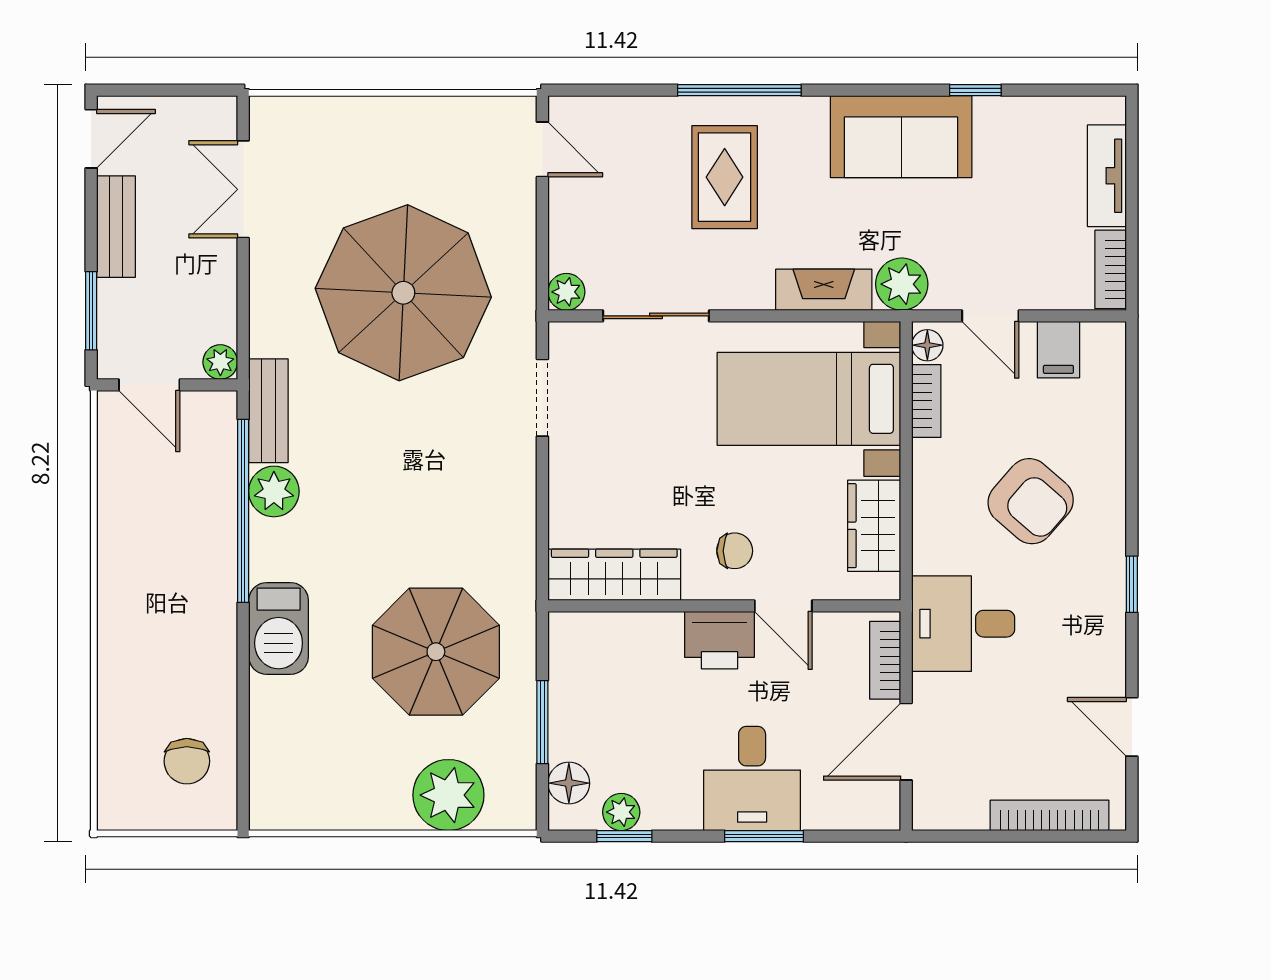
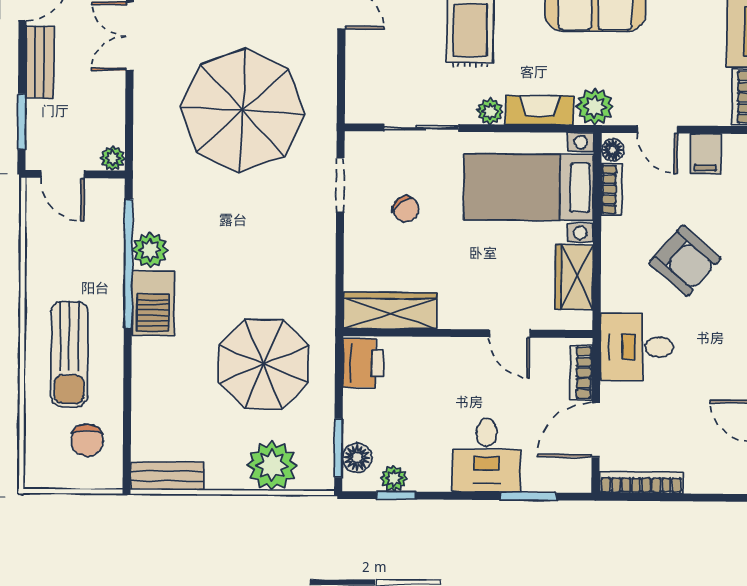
plant: (566, 292) -> (490, 111), moved
bench: (268, 411) -> (167, 476), moved, turned 90
chair: (735, 551) -> (406, 209), moved, turned 53
barbecue: (279, 628) -> (153, 303), moved
sun lounger: (161, 639) -> (69, 354), added
printer: (719, 640) -> (363, 363), moved, turned -90
window: (542, 722) -> (338, 448), moved
bookcase: (1050, 815) -> (641, 482), moved
window: (764, 836) -> (528, 496), moved

